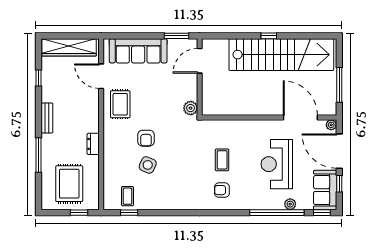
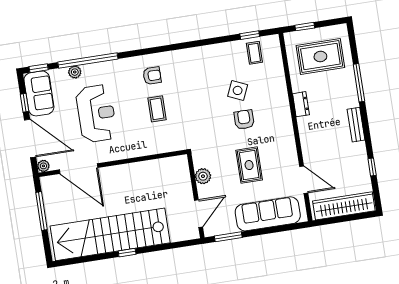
rug: (120, 104) -> (249, 165), moved
plant: (191, 108) -> (203, 176), moved
rug: (69, 184) -> (320, 57), turned 90

